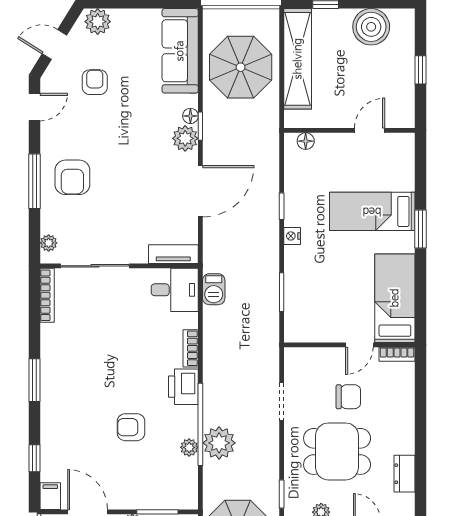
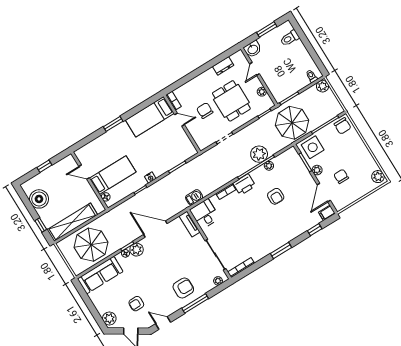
bed: (372, 211) -> (113, 175), moved, turned -90

